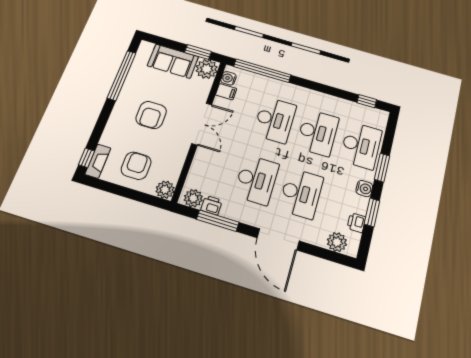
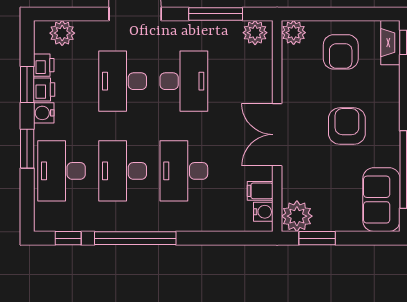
sofa: (173, 61) -> (381, 200), moved, turned -90
window: (262, 71) -> (135, 238), moved
desk: (256, 180) -> (184, 81), turned 180
printer: (212, 205) -> (44, 90), moved, turned -90

